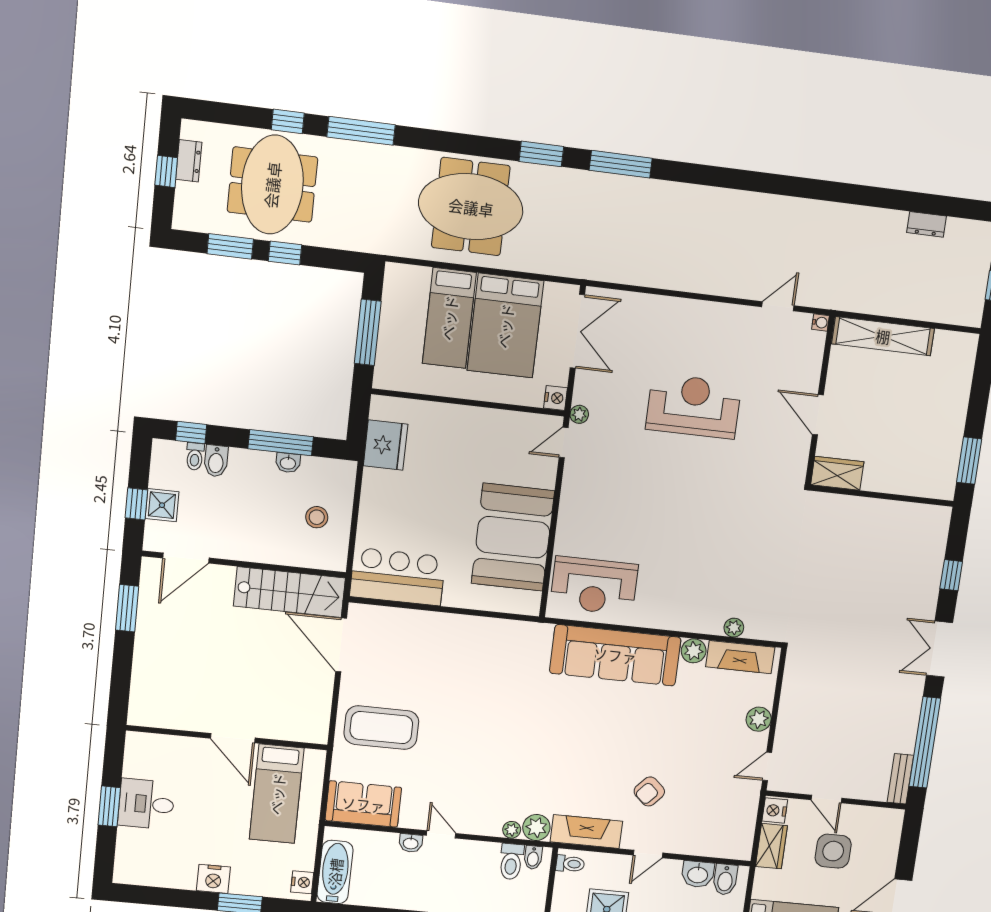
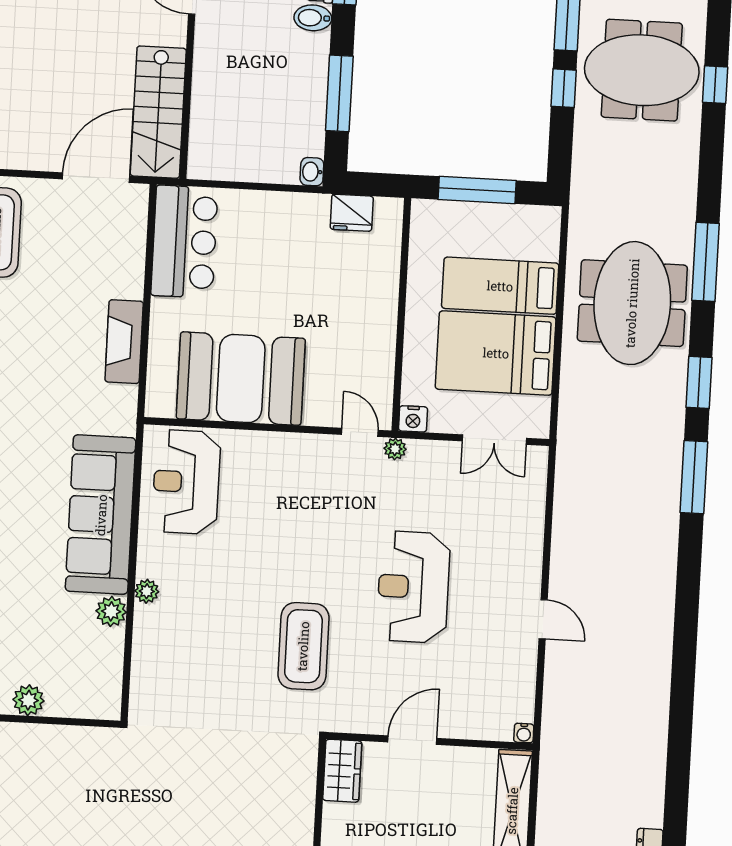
window: (361, 131) -> (706, 262), moved
door: (778, 306) -> (543, 619), moved
double door: (577, 331) -> (494, 440), width x0.73
reception desk: (694, 406) -> (413, 587), turned 180
fridge: (386, 445) -> (352, 213), width x0.73, depth x0.75
washbasin: (288, 463) -> (312, 172), moved
coffee table: (734, 499) -> (303, 646), added
stool: (317, 517) -> (252, 141), removed
plant: (734, 628) -> (147, 591), moved
fireplace: (740, 657) -> (124, 342), moved

